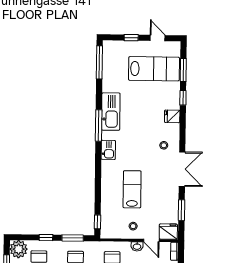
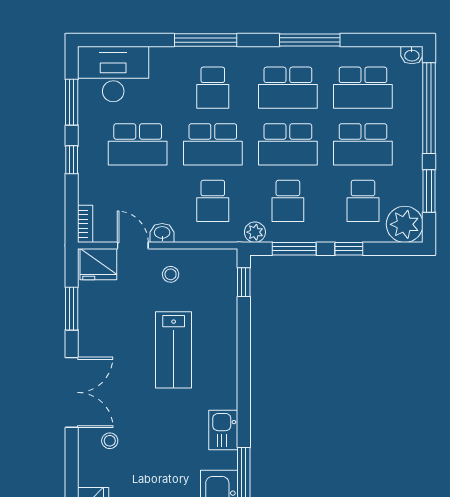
double door: (182, 169) -> (72, 392), swing flipped
plant: (92, 246) -> (255, 232), added

